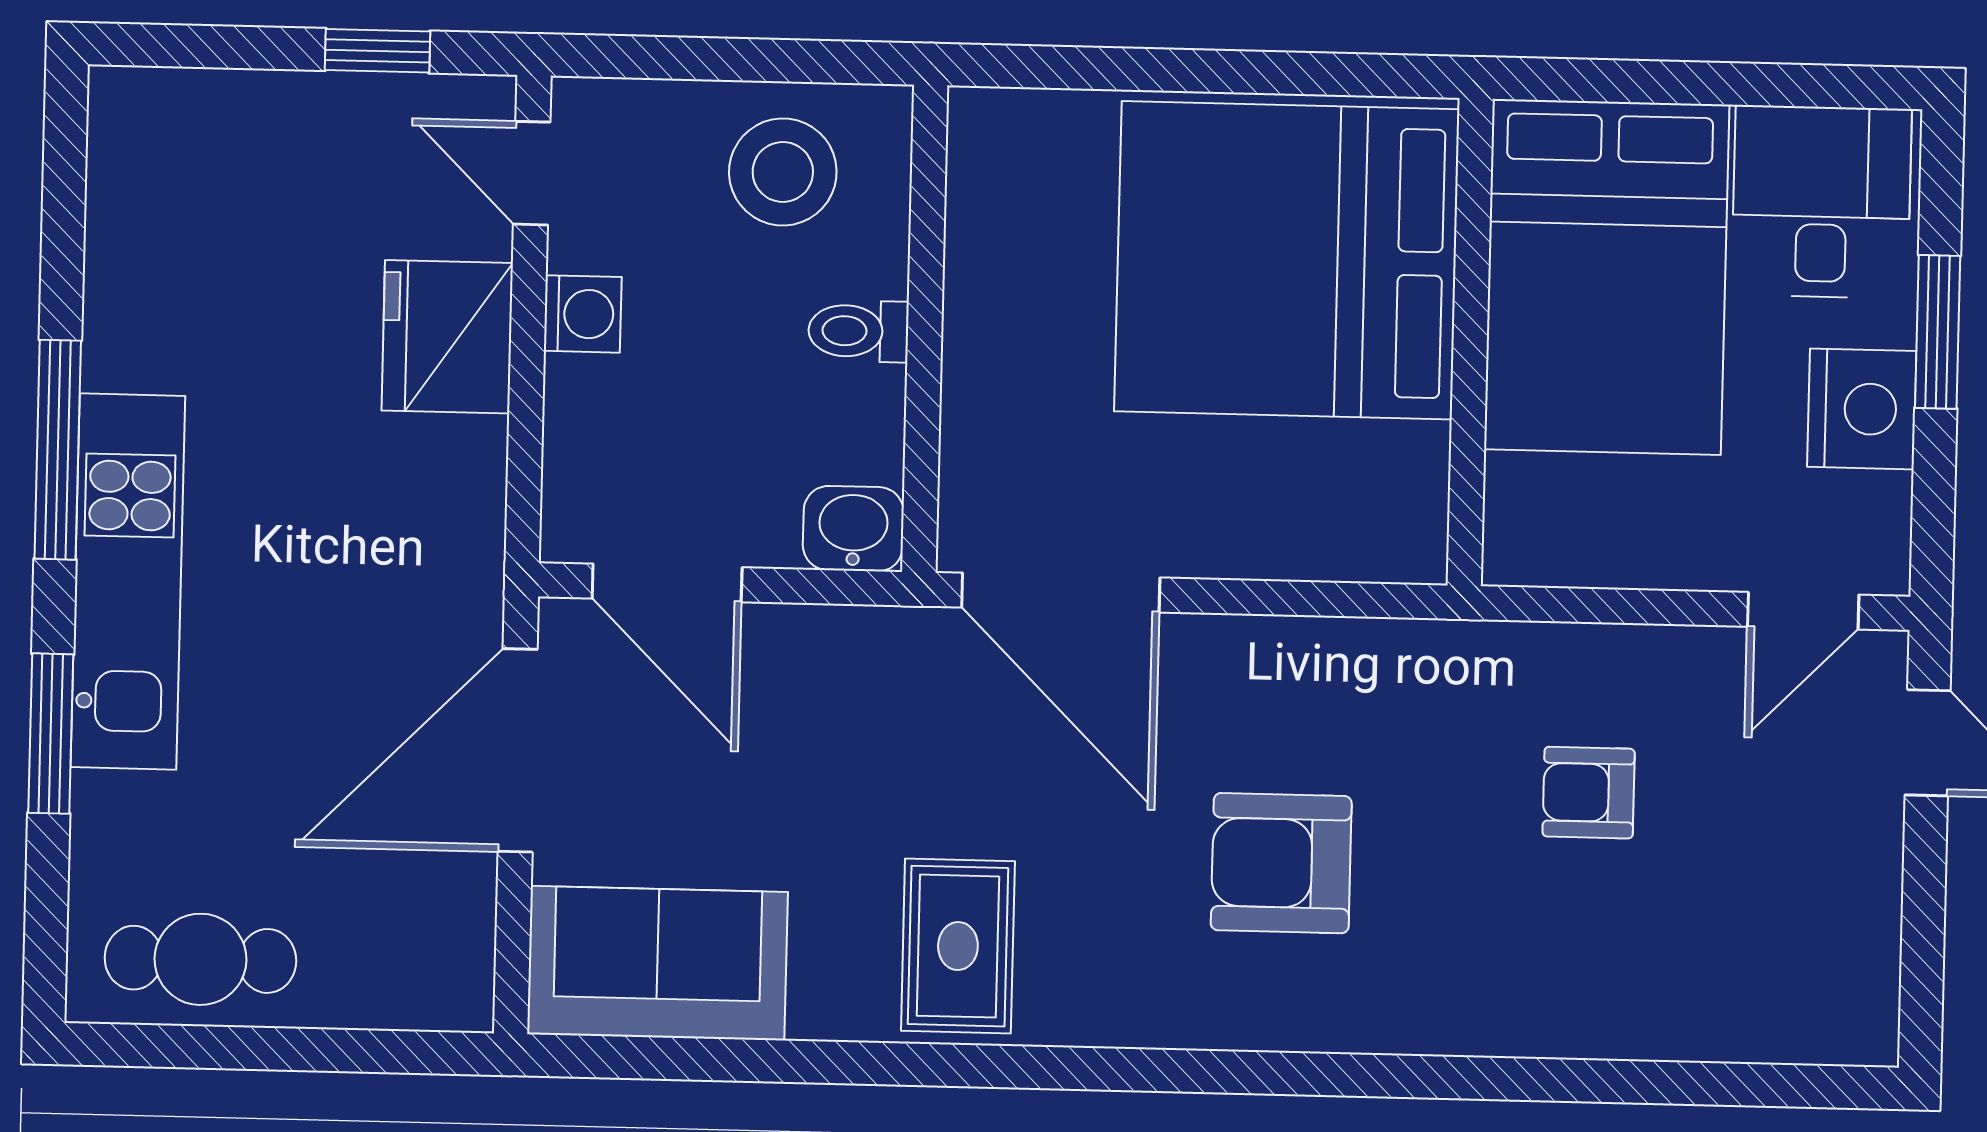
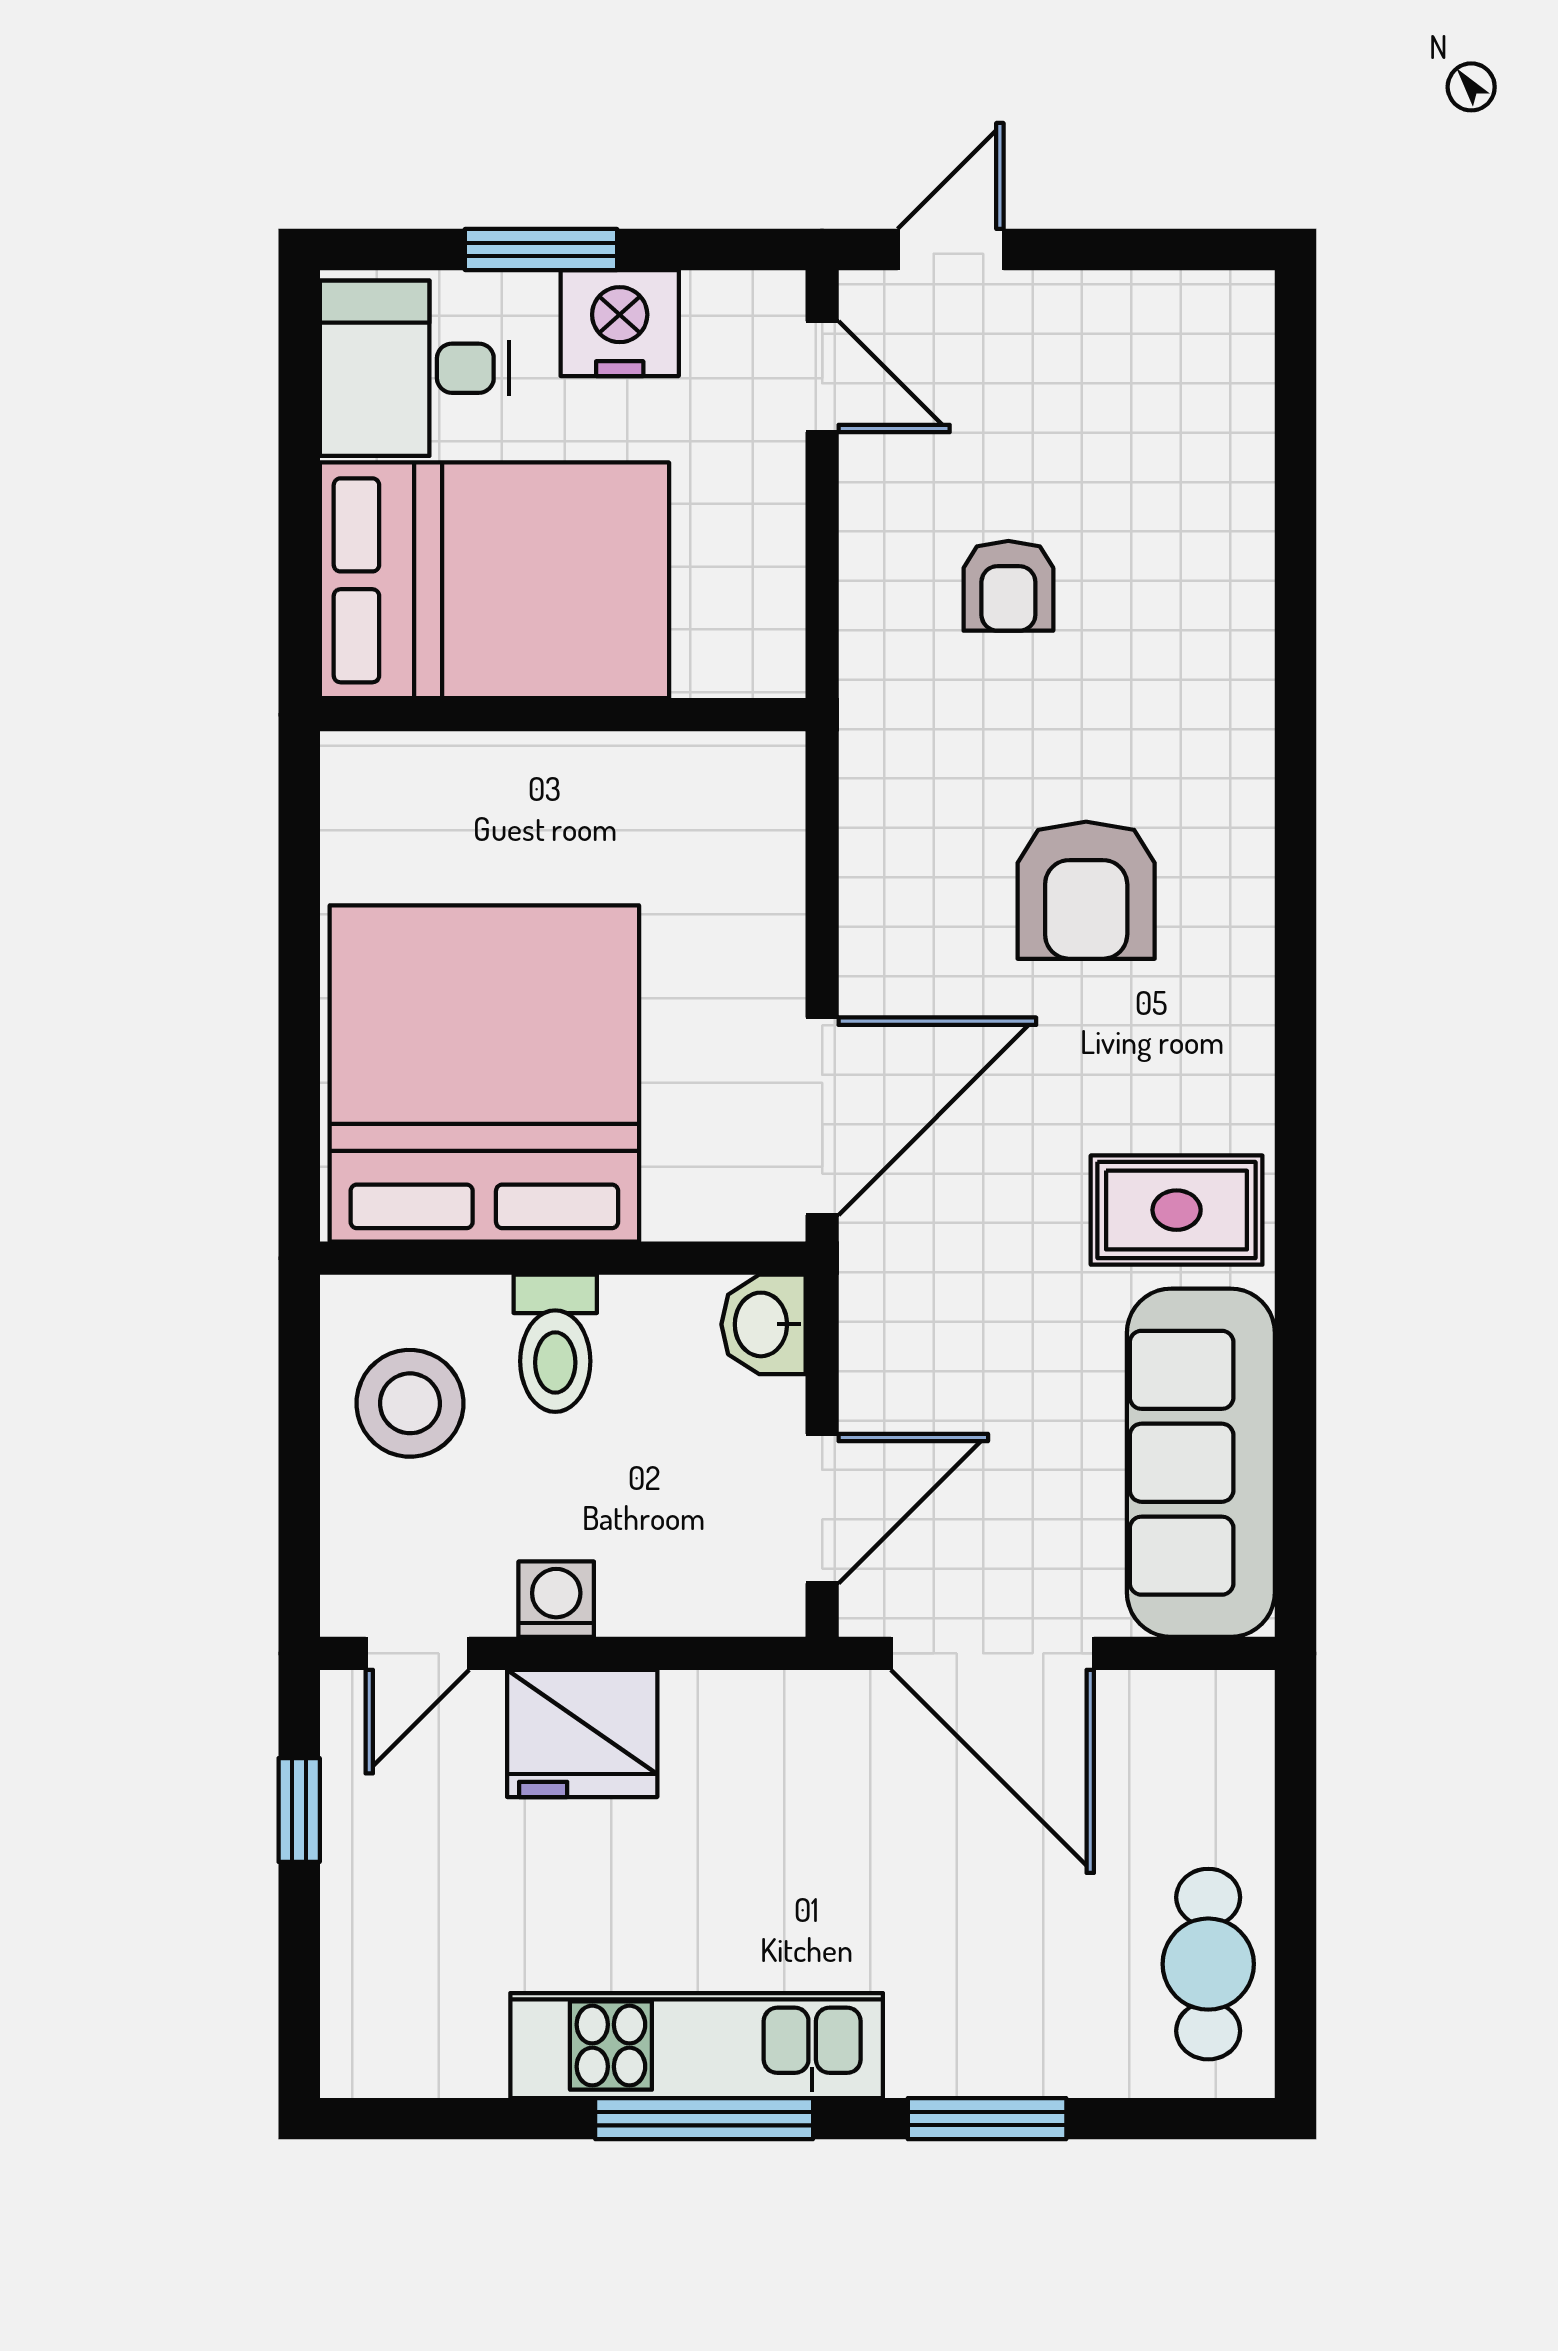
bed: (1287, 260) -> (484, 1074), moved, turned 180
toilet: (858, 331) -> (555, 1343), width x1.37, depth x1.39
kitchen unit: (128, 582) -> (697, 2046), moved
sofa: (657, 963) -> (1201, 1463), width x1.36

